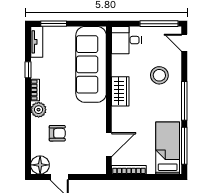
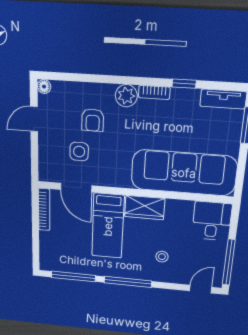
stool: (159, 75) -> (162, 257), width x0.53, depth x0.53
side table: (81, 143) -> (79, 151), added
bed: (168, 148) -> (108, 226), moved, turned 90
floor lamp: (40, 165) -> (44, 87), width x0.53, depth x0.53

